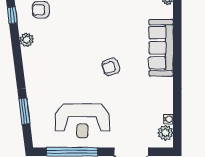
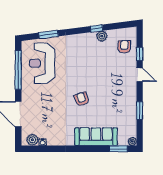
window: (12, 15) -> (97, 28), moved
window: (177, 18) -> (118, 149), added
reception desk: (82, 121) -> (42, 63), moved

